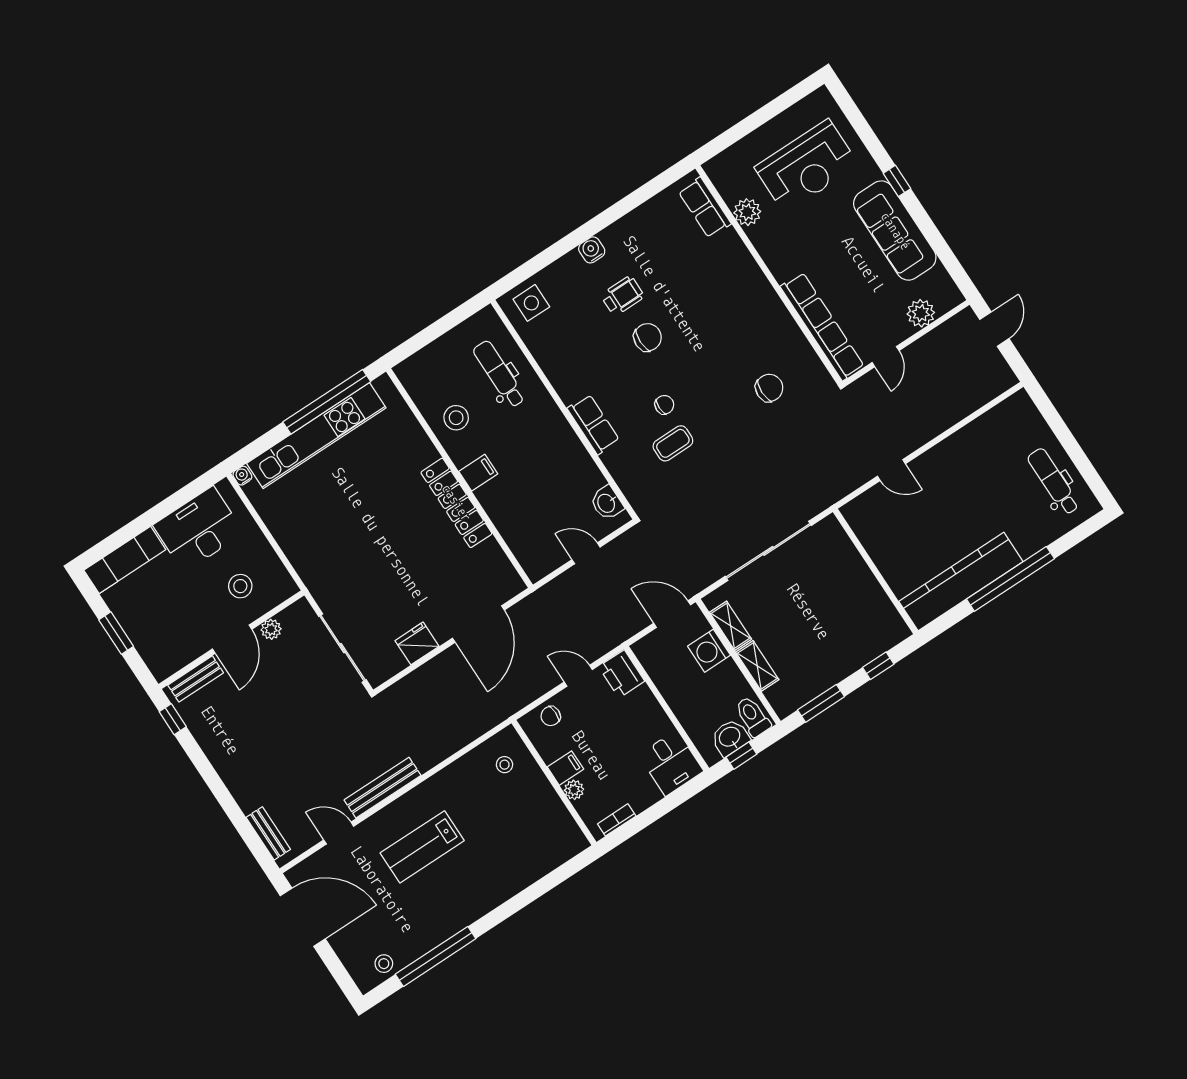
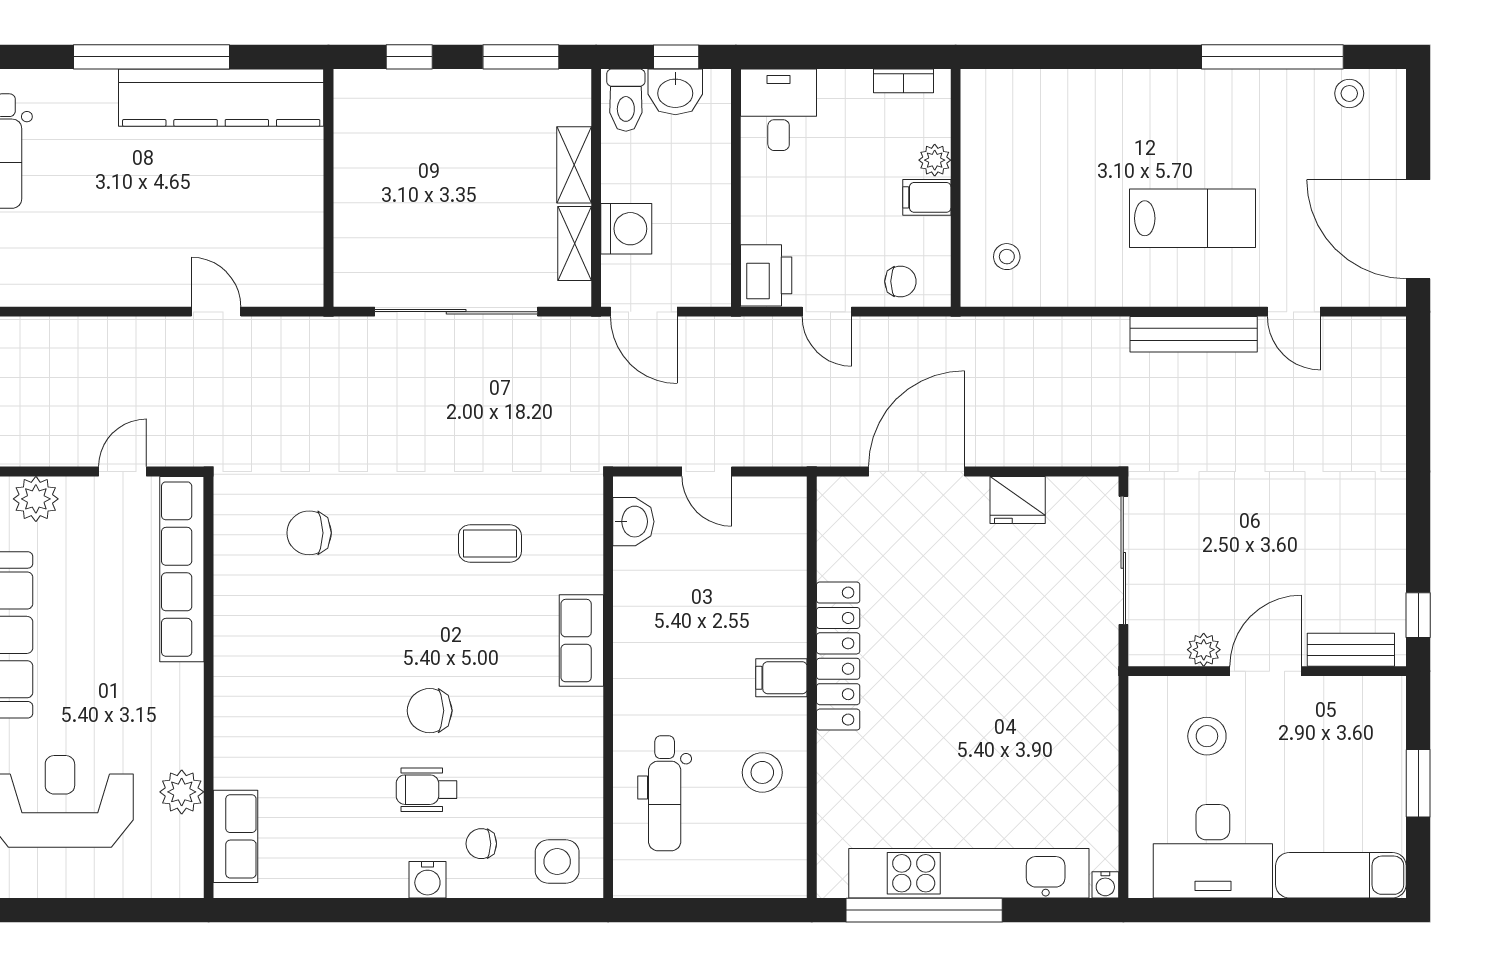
chair: (664, 405) -> (481, 844), moved
bench: (268, 833) -> (1390, 374), removed

